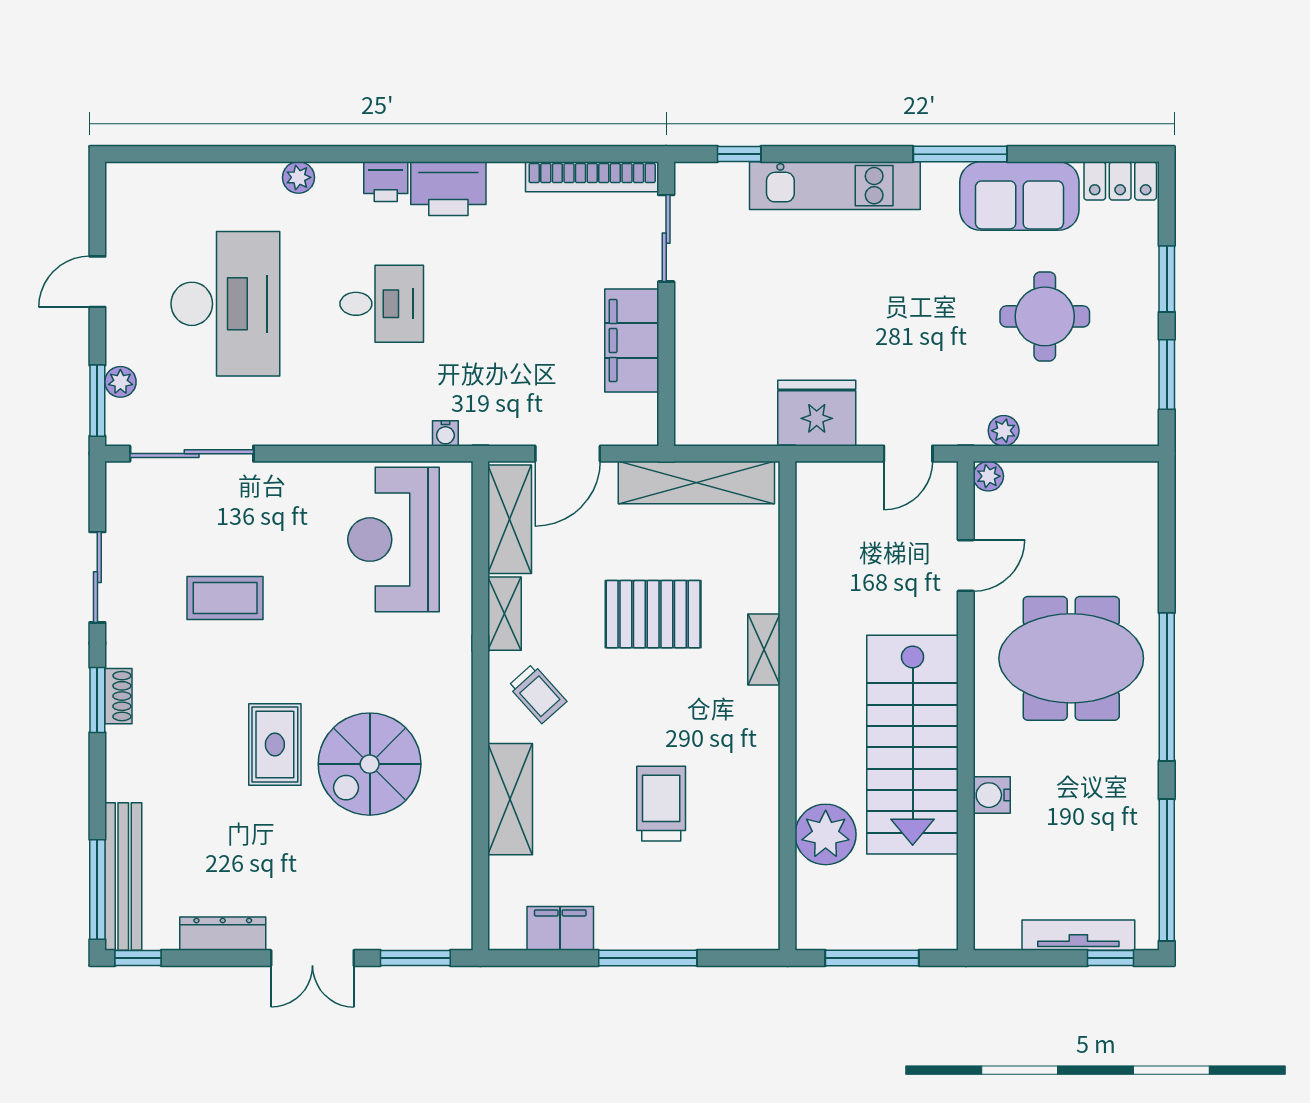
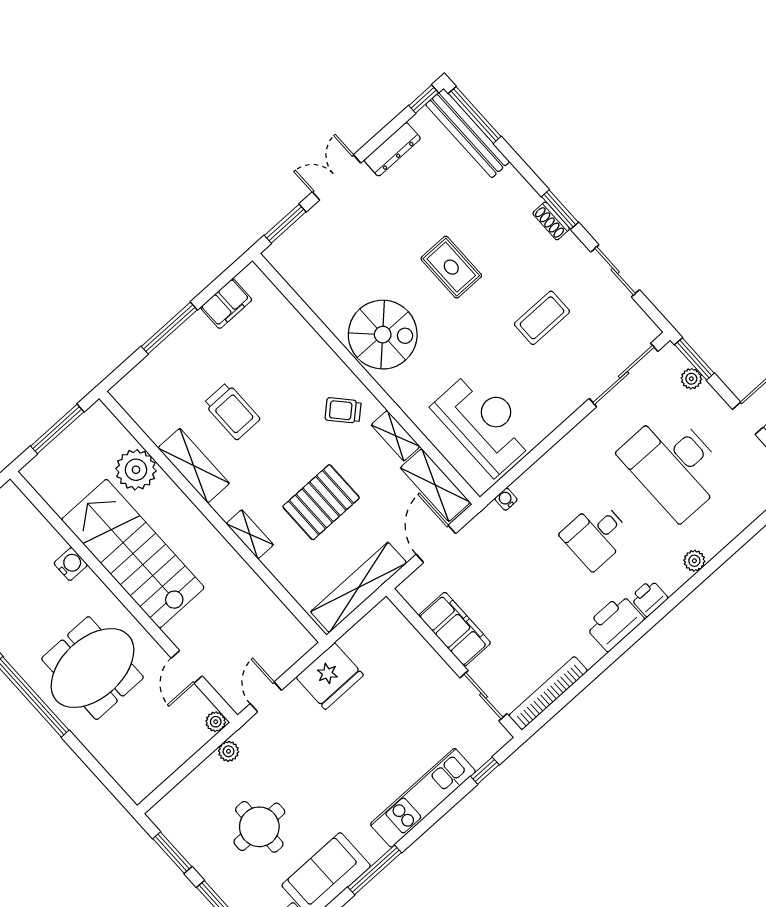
spiral stairs: (370, 764) -> (383, 335), moved, turned 90
shelving: (510, 799) -> (194, 466), moved

